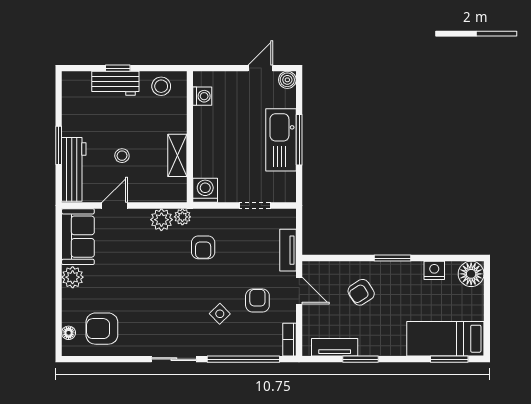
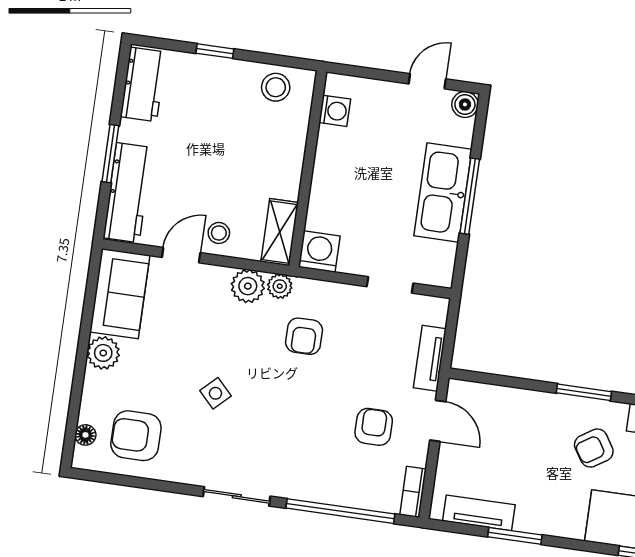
workbench: (115, 83) -> (143, 84), moved, turned -90
shelving: (177, 155) -> (280, 232), moved
stool: (122, 156) -> (219, 233), moved
armchair: (361, 292) -> (594, 448), moved
side table: (220, 314) -> (215, 393), moved

